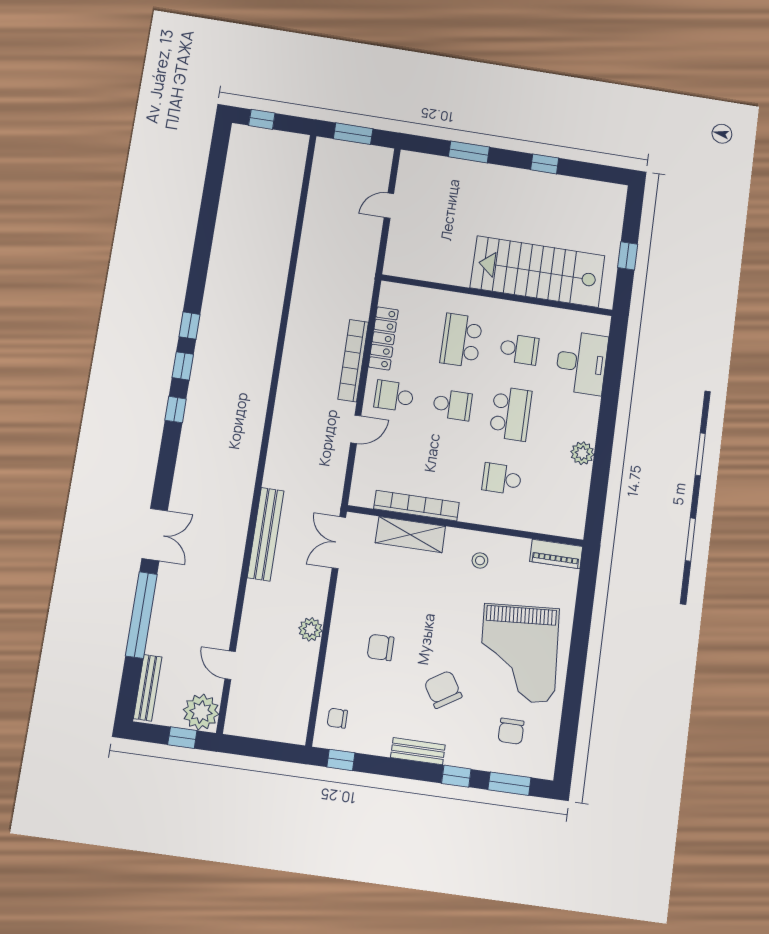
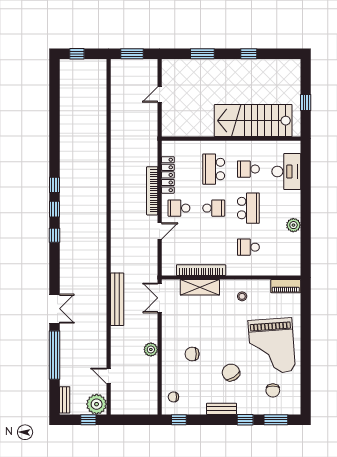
school desk: (519, 349) -> (248, 169), turned 180
bench: (148, 688) -> (65, 400), width x0.73

